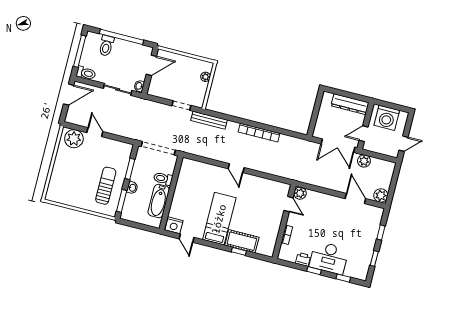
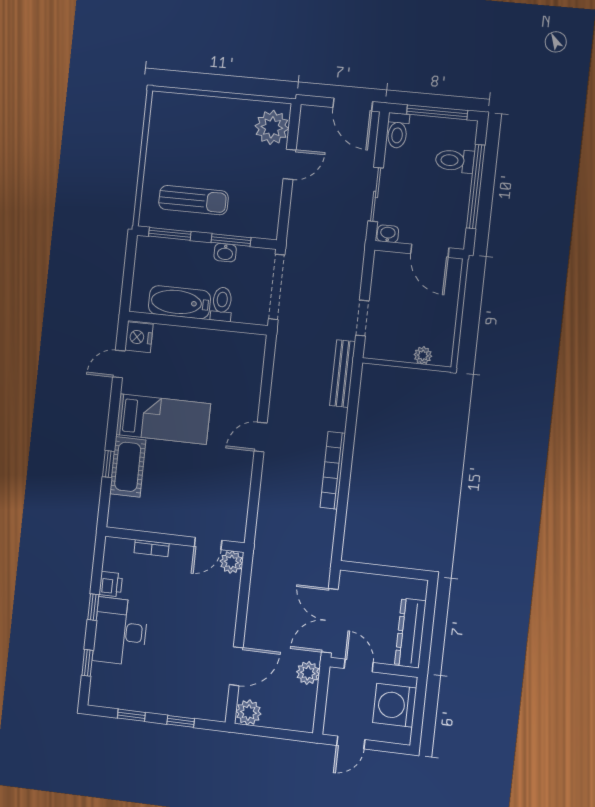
door: (404, 144) -> (351, 743), hinge flipped
washbasin: (132, 188) -> (225, 253), moved

